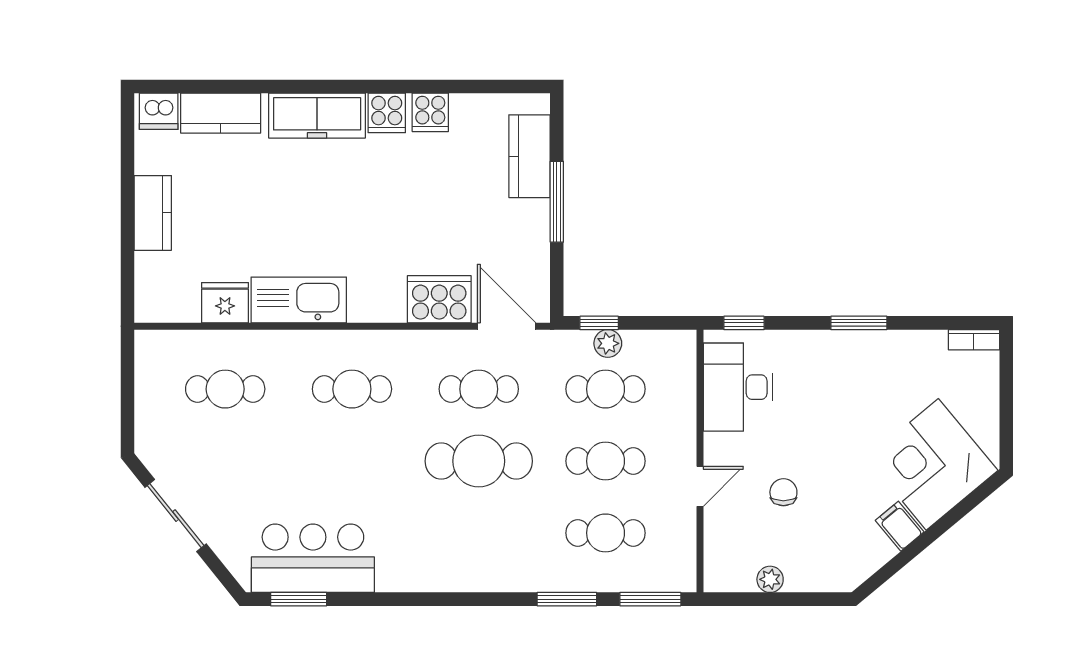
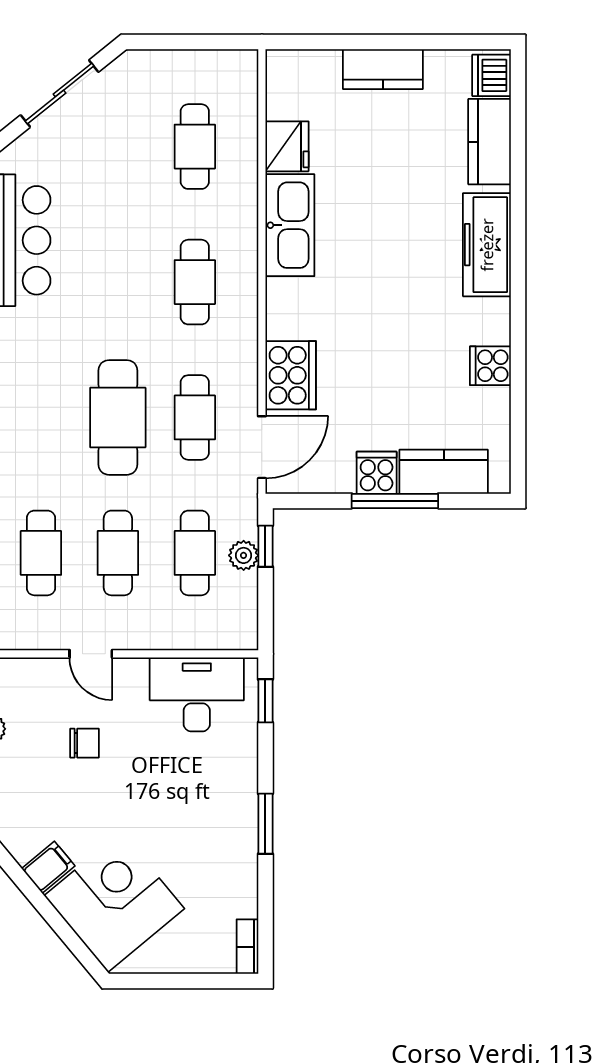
cooker: (387, 113) -> (377, 473), moved, turned 90

